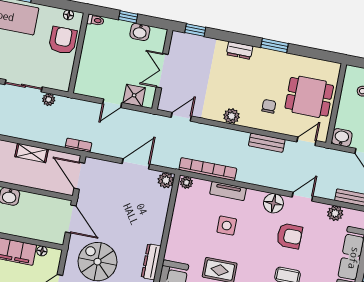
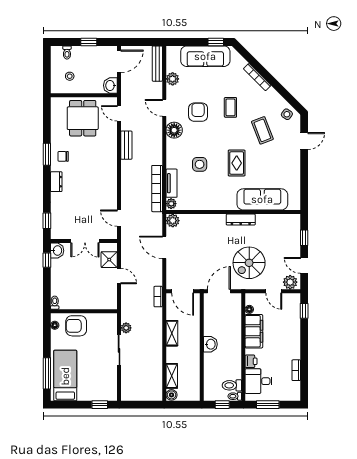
window: (128, 17) -> (47, 260), moved
washbasin: (140, 32) -> (57, 251), moved
chair: (269, 106) -> (63, 156), moved
plant: (232, 116) -> (111, 178), removed
door: (79, 176) -> (183, 291), hinge flipped
tv unit: (228, 191) -> (172, 183), moved

